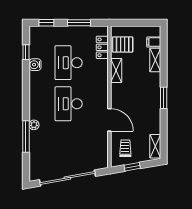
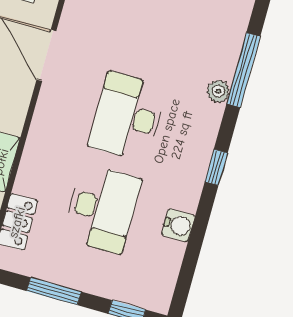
window: (26, 52) -> (216, 167), moved
desk: (69, 104) -> (128, 117), turned 180

